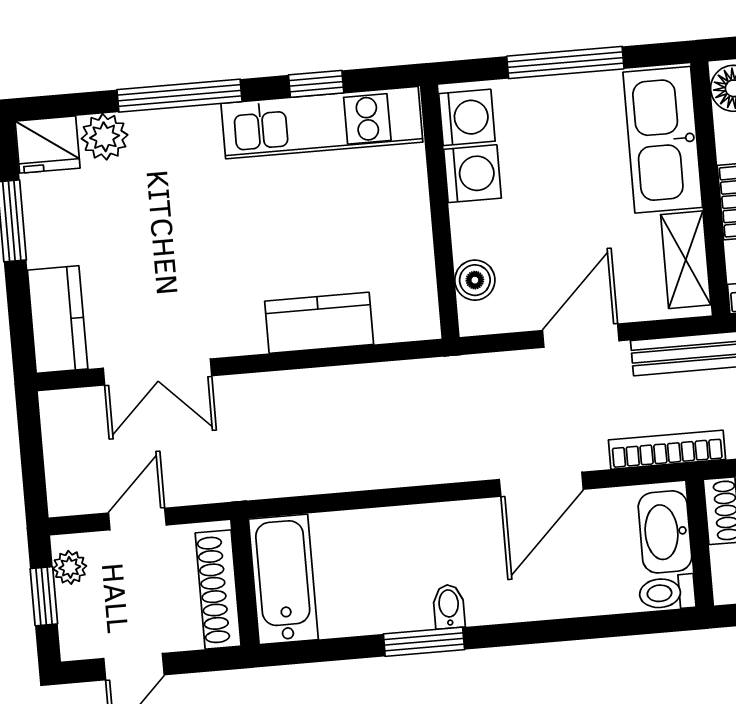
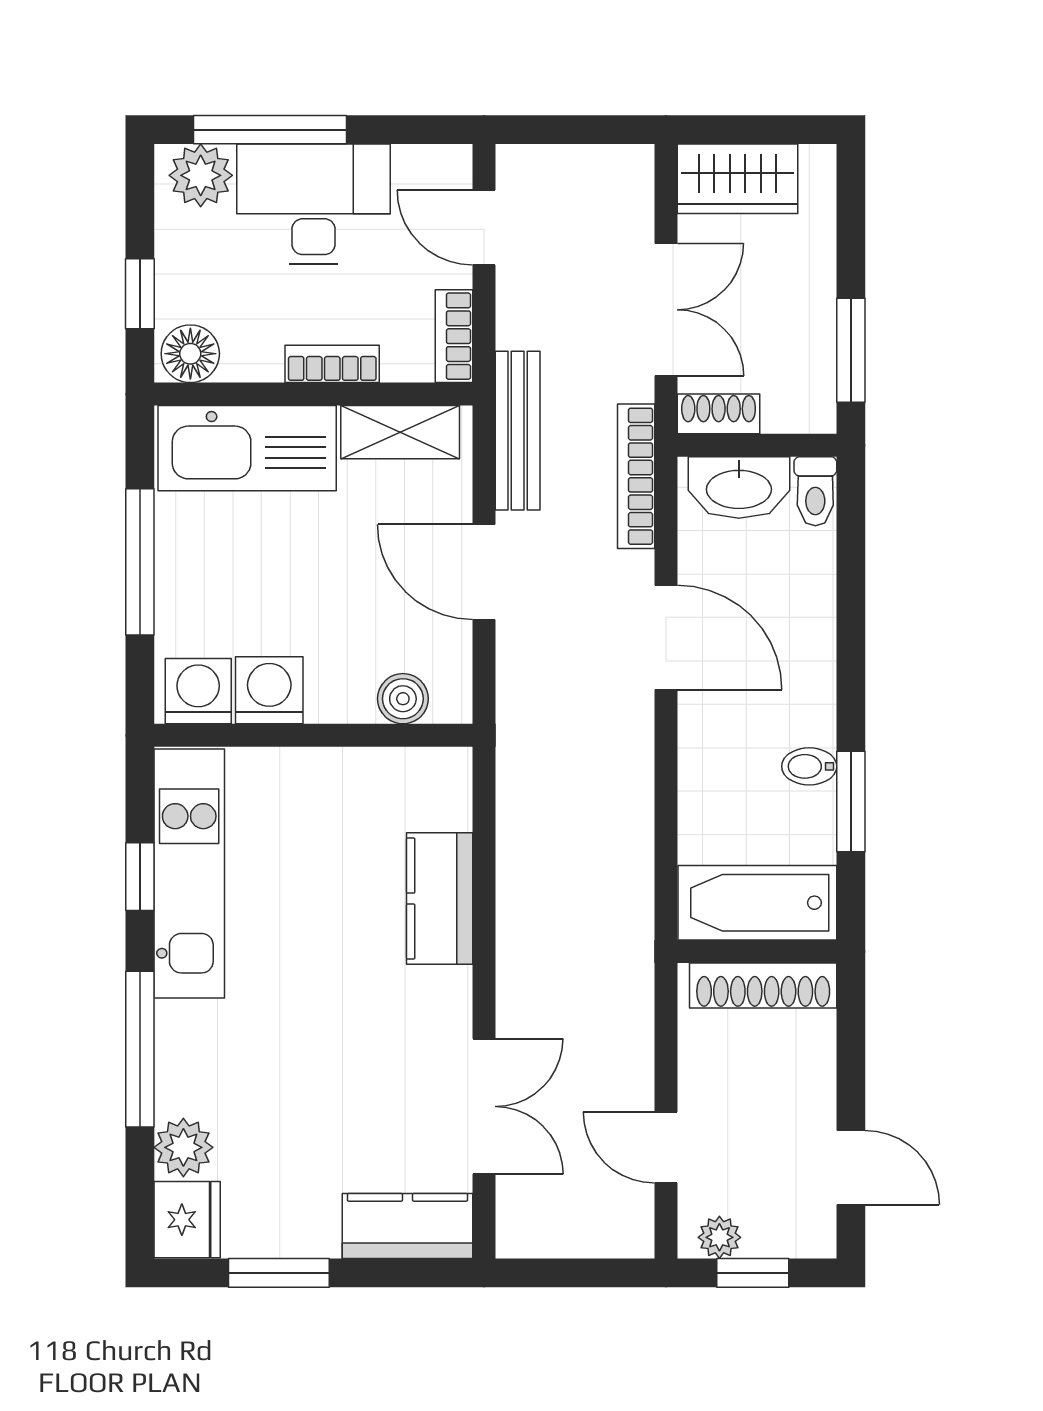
bathtub: (283, 579) -> (757, 903), moved
wall: (245, 582) -> (757, 951), moved
shoe rack: (218, 590) -> (763, 985), moved

